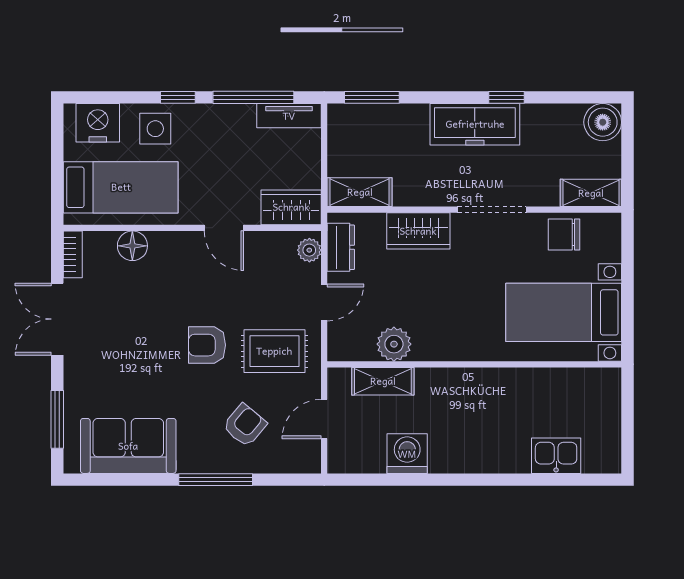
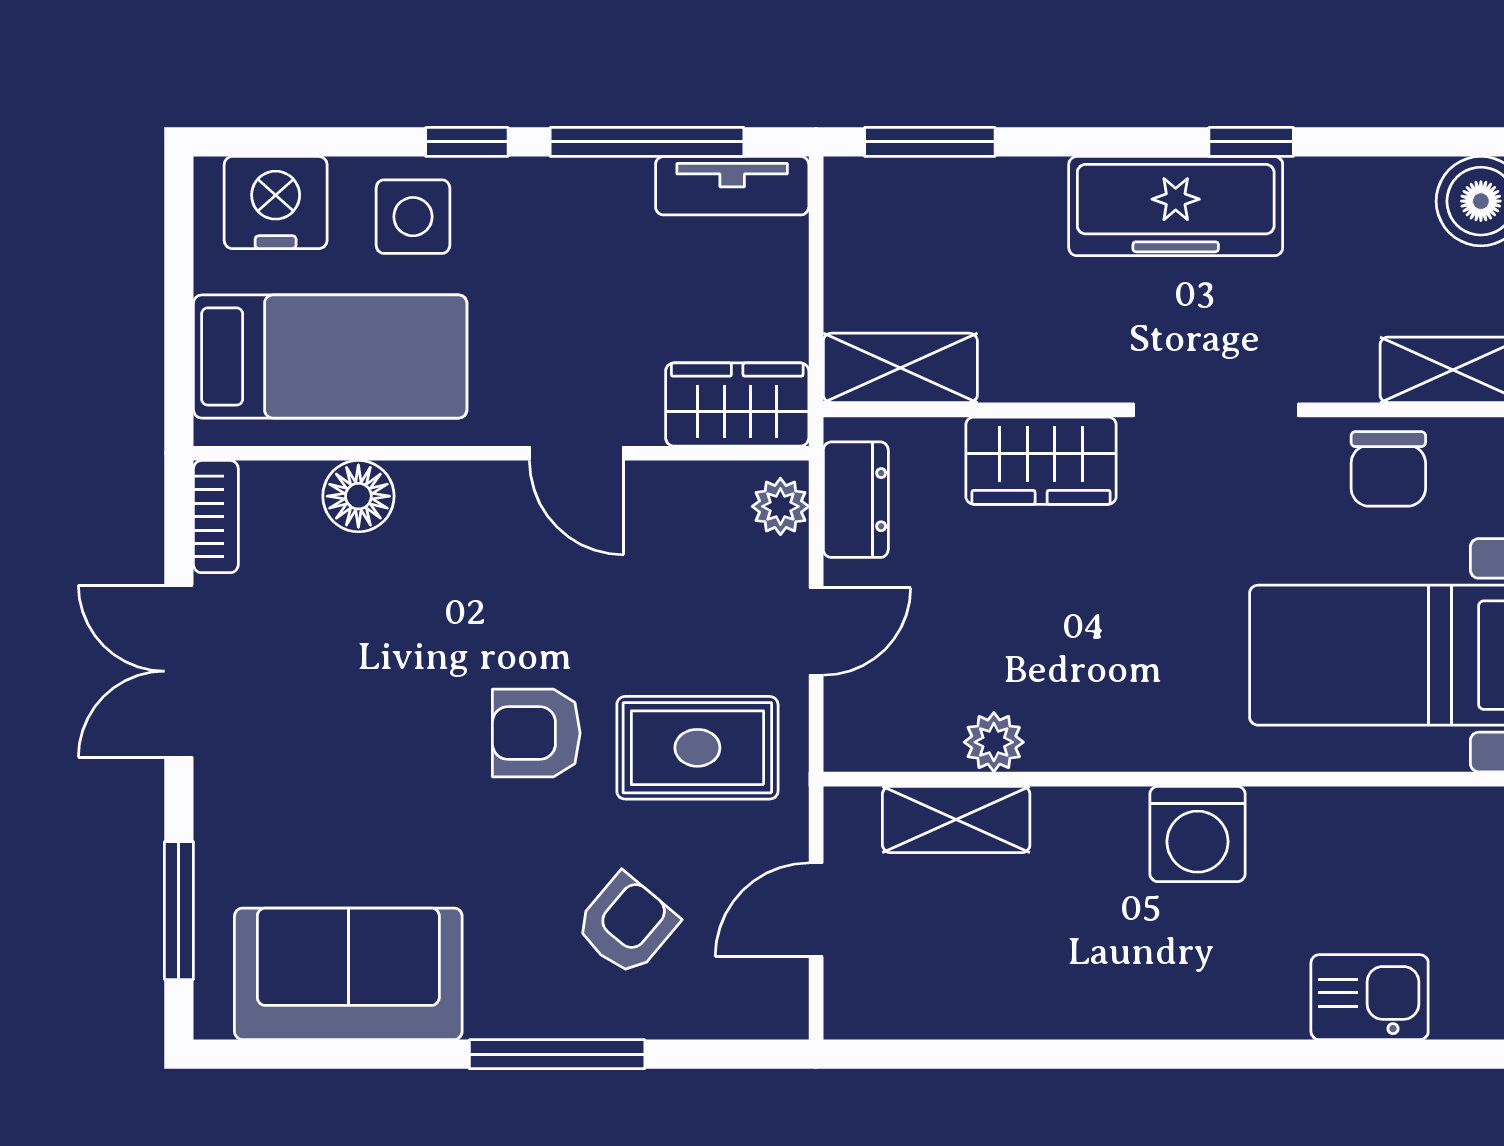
chair: (564, 234) -> (1388, 469), turned -90
plant: (394, 344) -> (994, 742), width x0.73, depth x0.73
washing machine: (407, 454) -> (1198, 834), moved, turned 180

